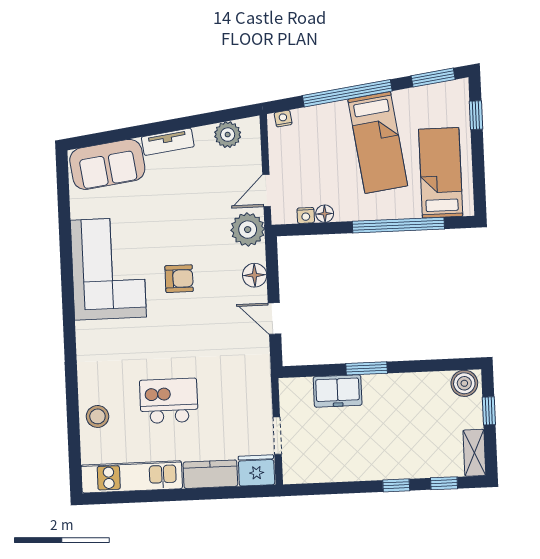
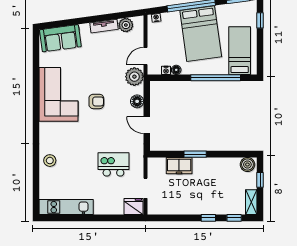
tv unit: (168, 142) -> (104, 26), moved
bed: (378, 143) -> (201, 34), width x1.50
kitchen island: (169, 401) -> (113, 164), moved
stool: (97, 416) -> (50, 161), moved
kitchen counter: (210, 474) -> (109, 207), removed

